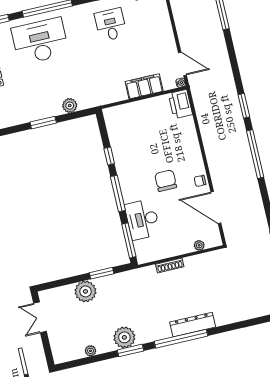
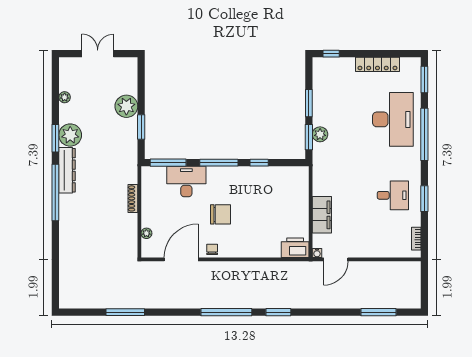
window: (75, 115) -> (309, 137), added
double door: (40, 317) -> (98, 54), moved
dresser: (193, 325) -> (67, 170), moved

